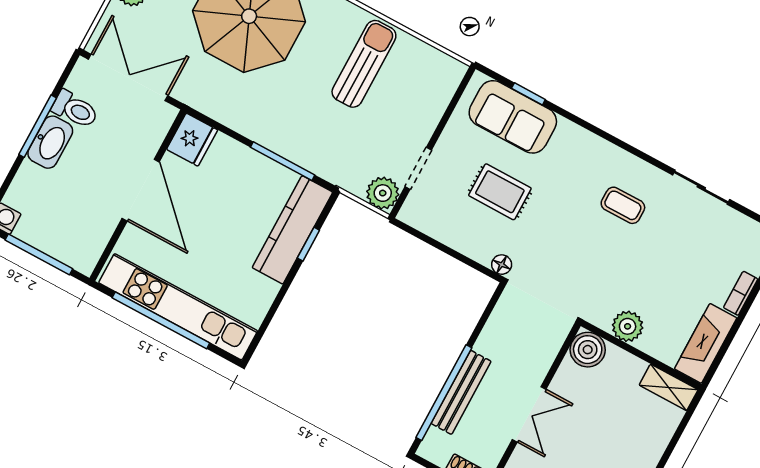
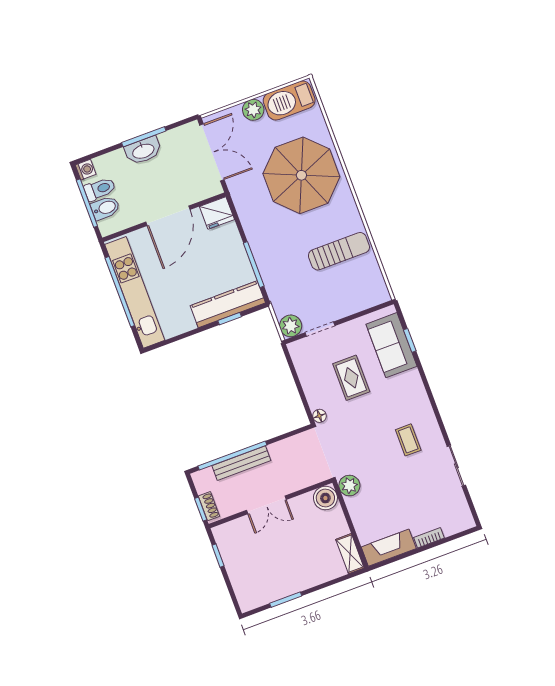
toilet: (75, 109) -> (100, 189), moved, turned -90
bidet: (64, 242) -> (105, 208), added
plant: (628, 326) -> (349, 486), moved

